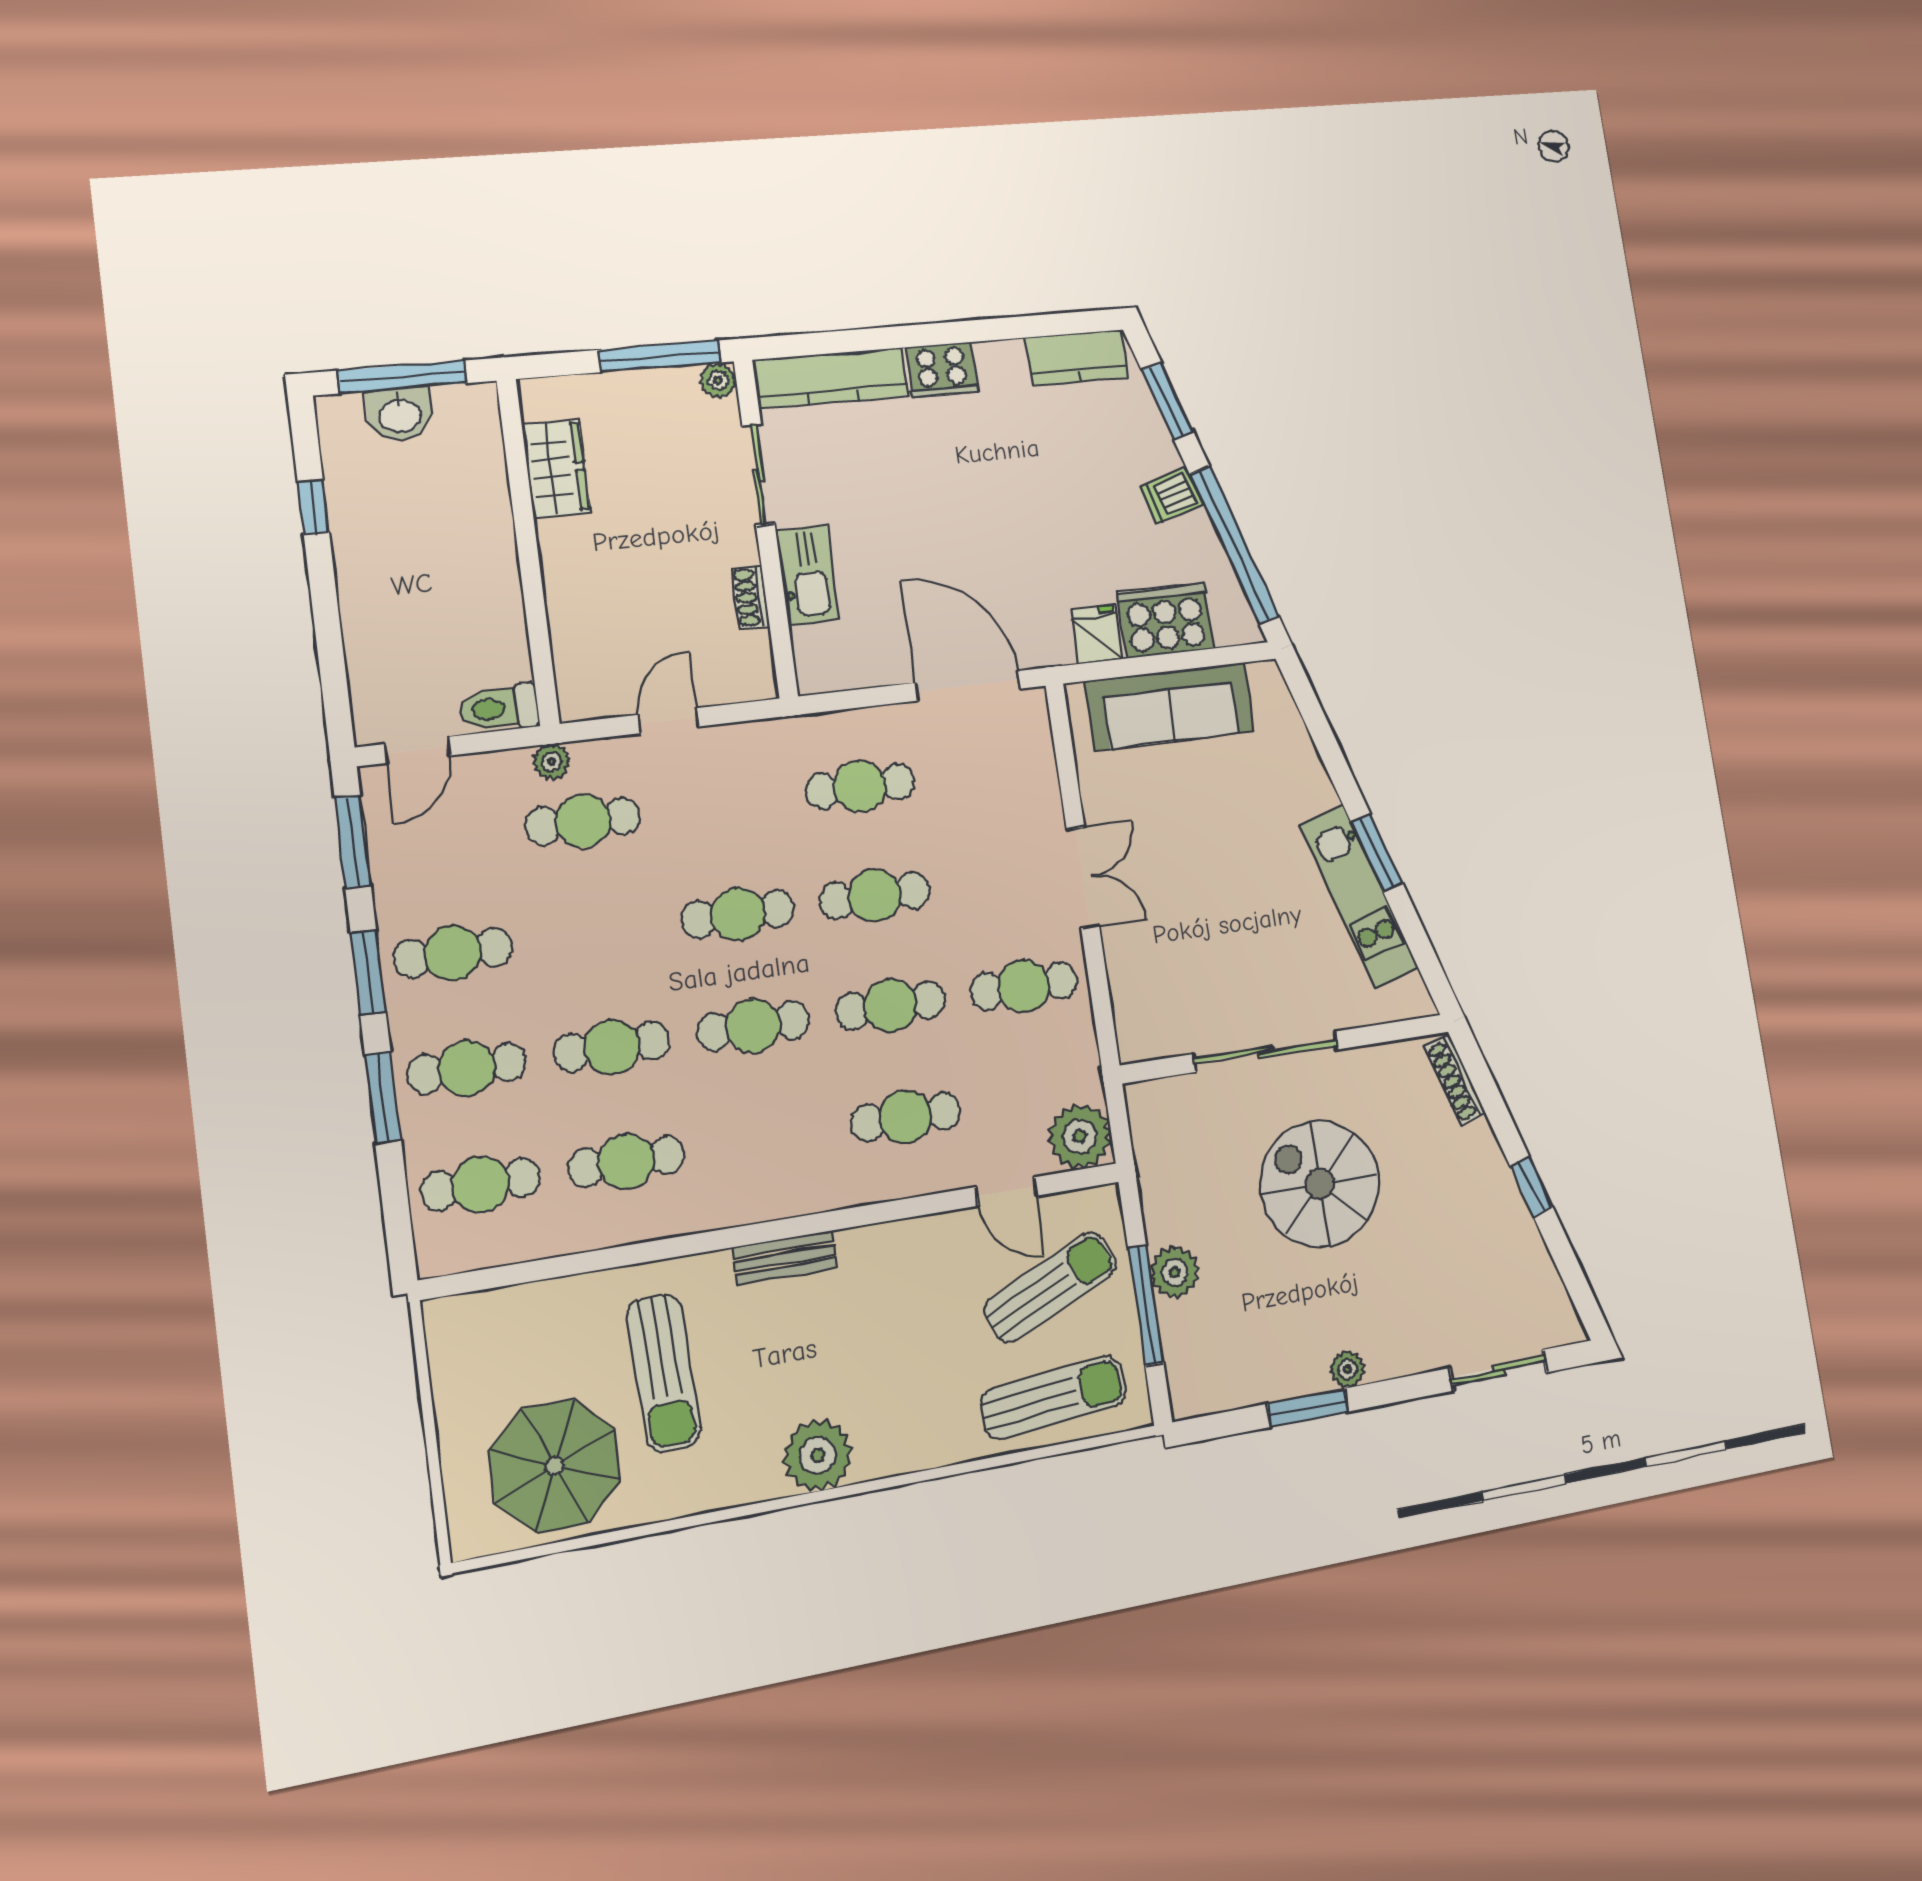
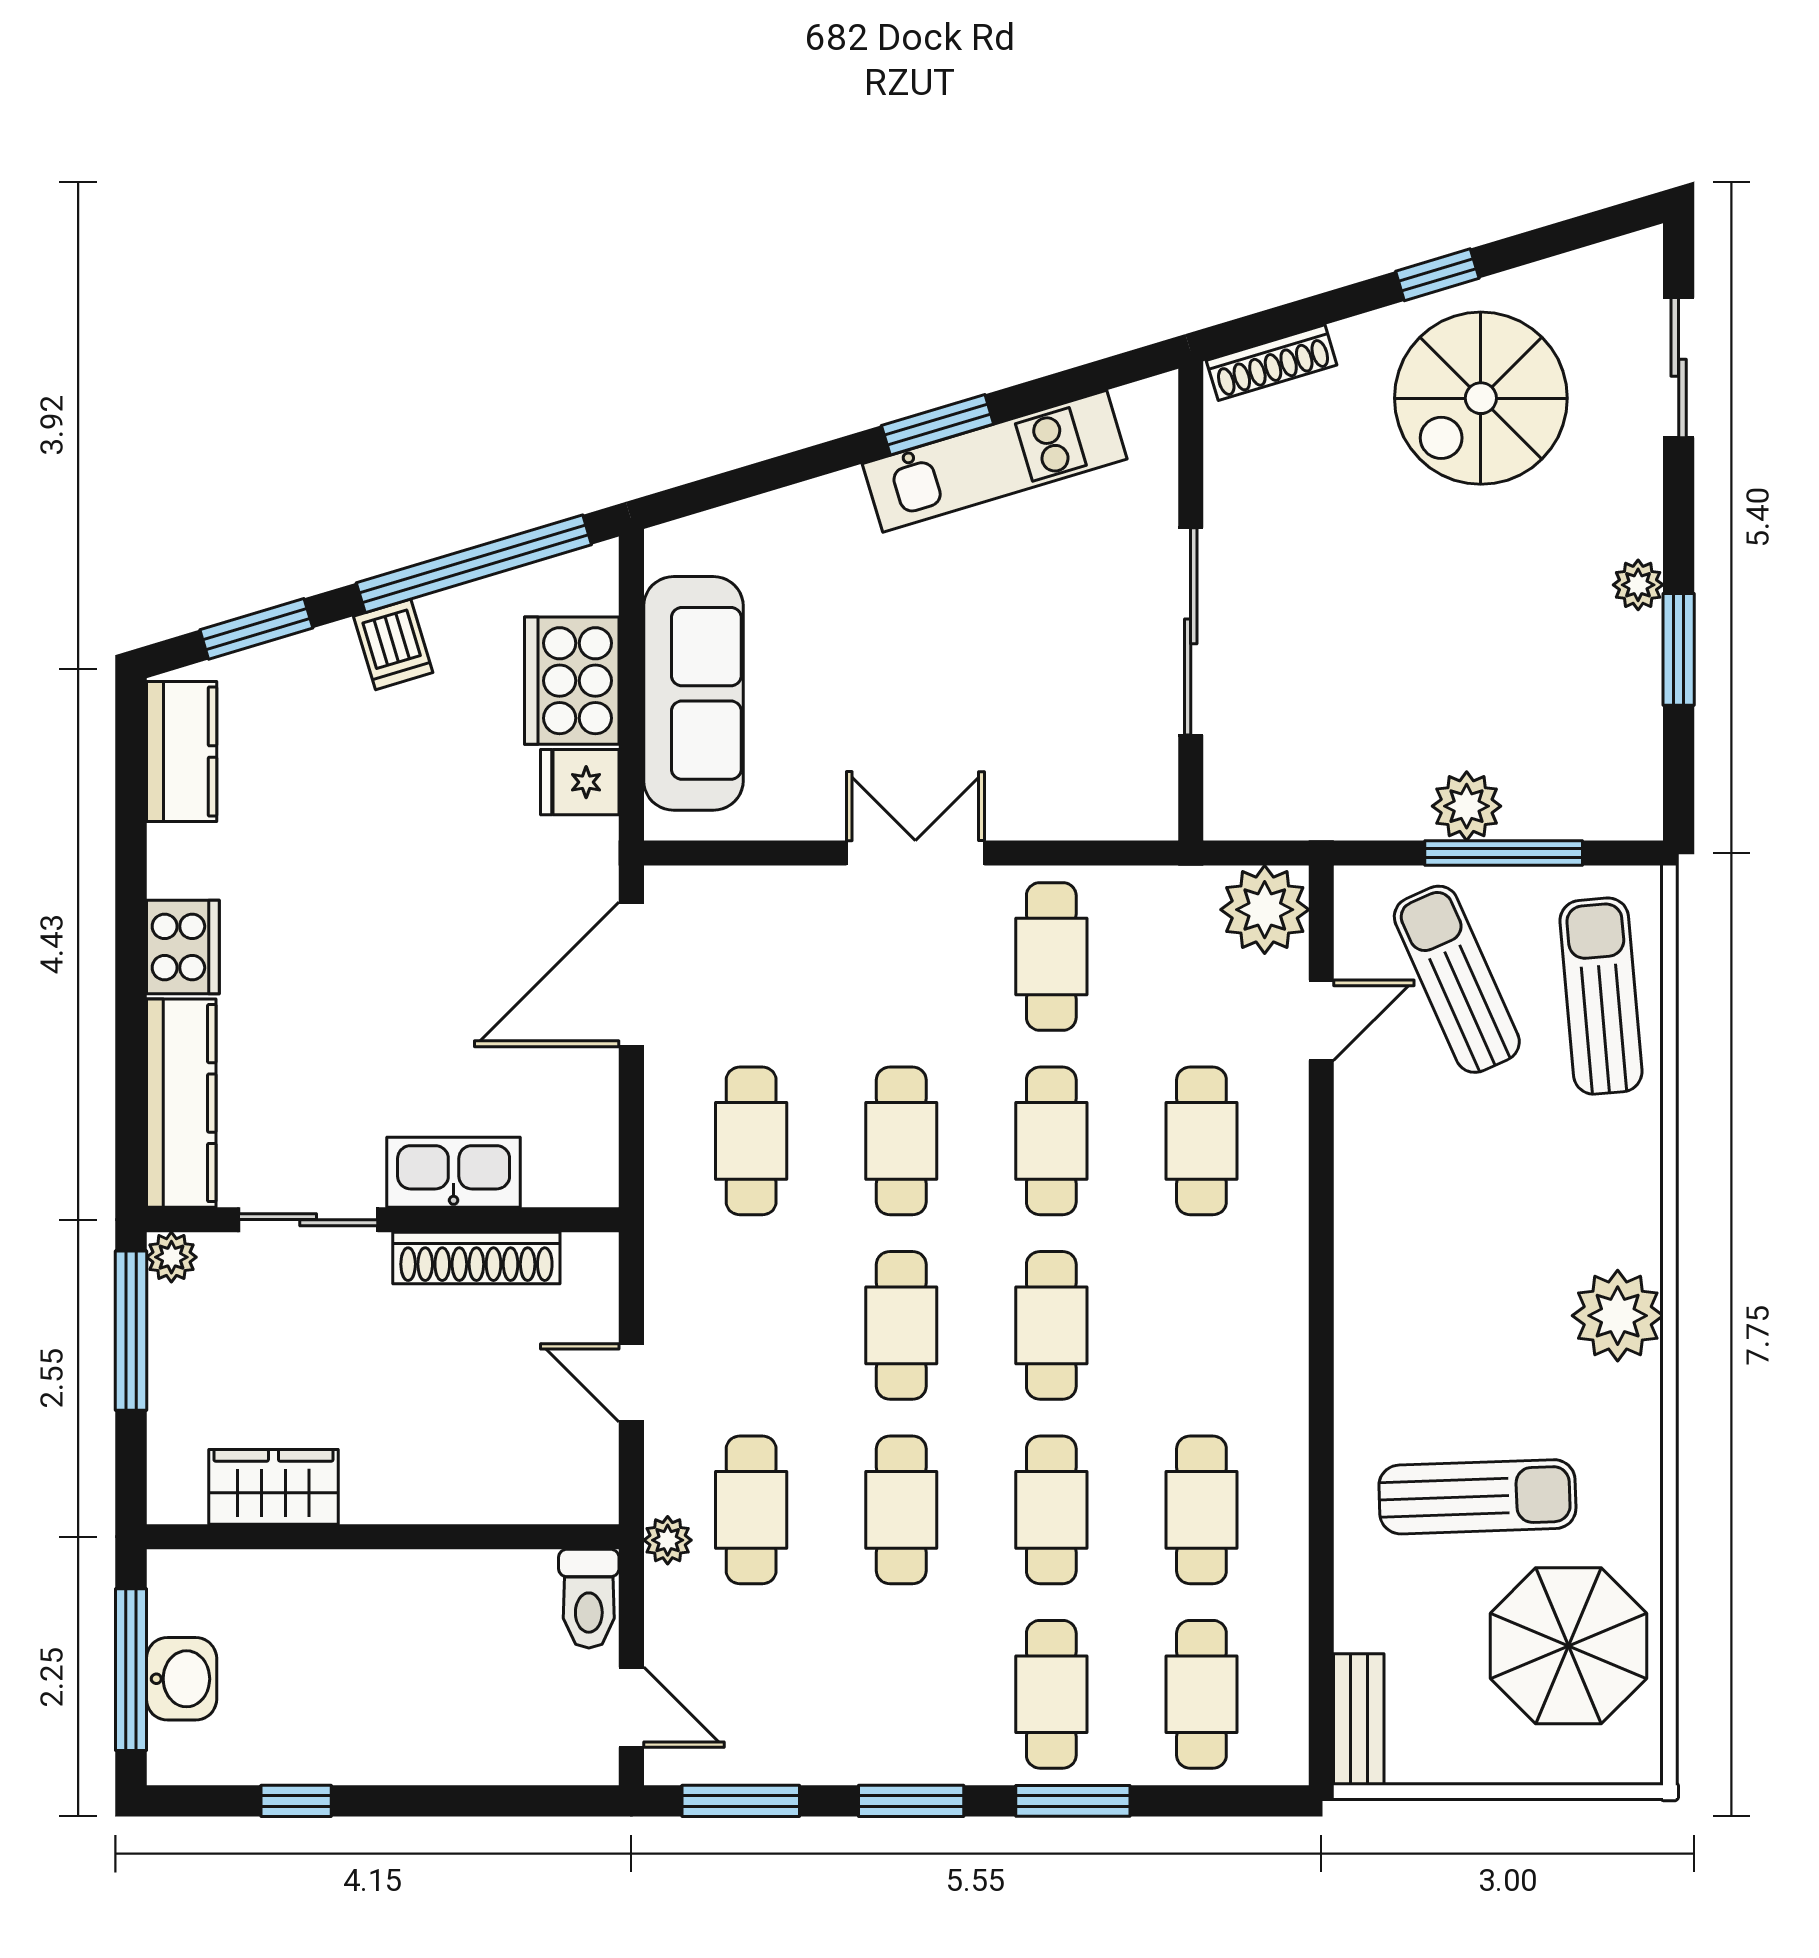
shoe rack: (750, 597) -> (476, 1258), width x1.94, depth x1.24
cafe table: (453, 953) -> (901, 1510), moved
spiral stairs: (1320, 1184) -> (1481, 398), moved
bench: (785, 1258) -> (1359, 1720), moved

